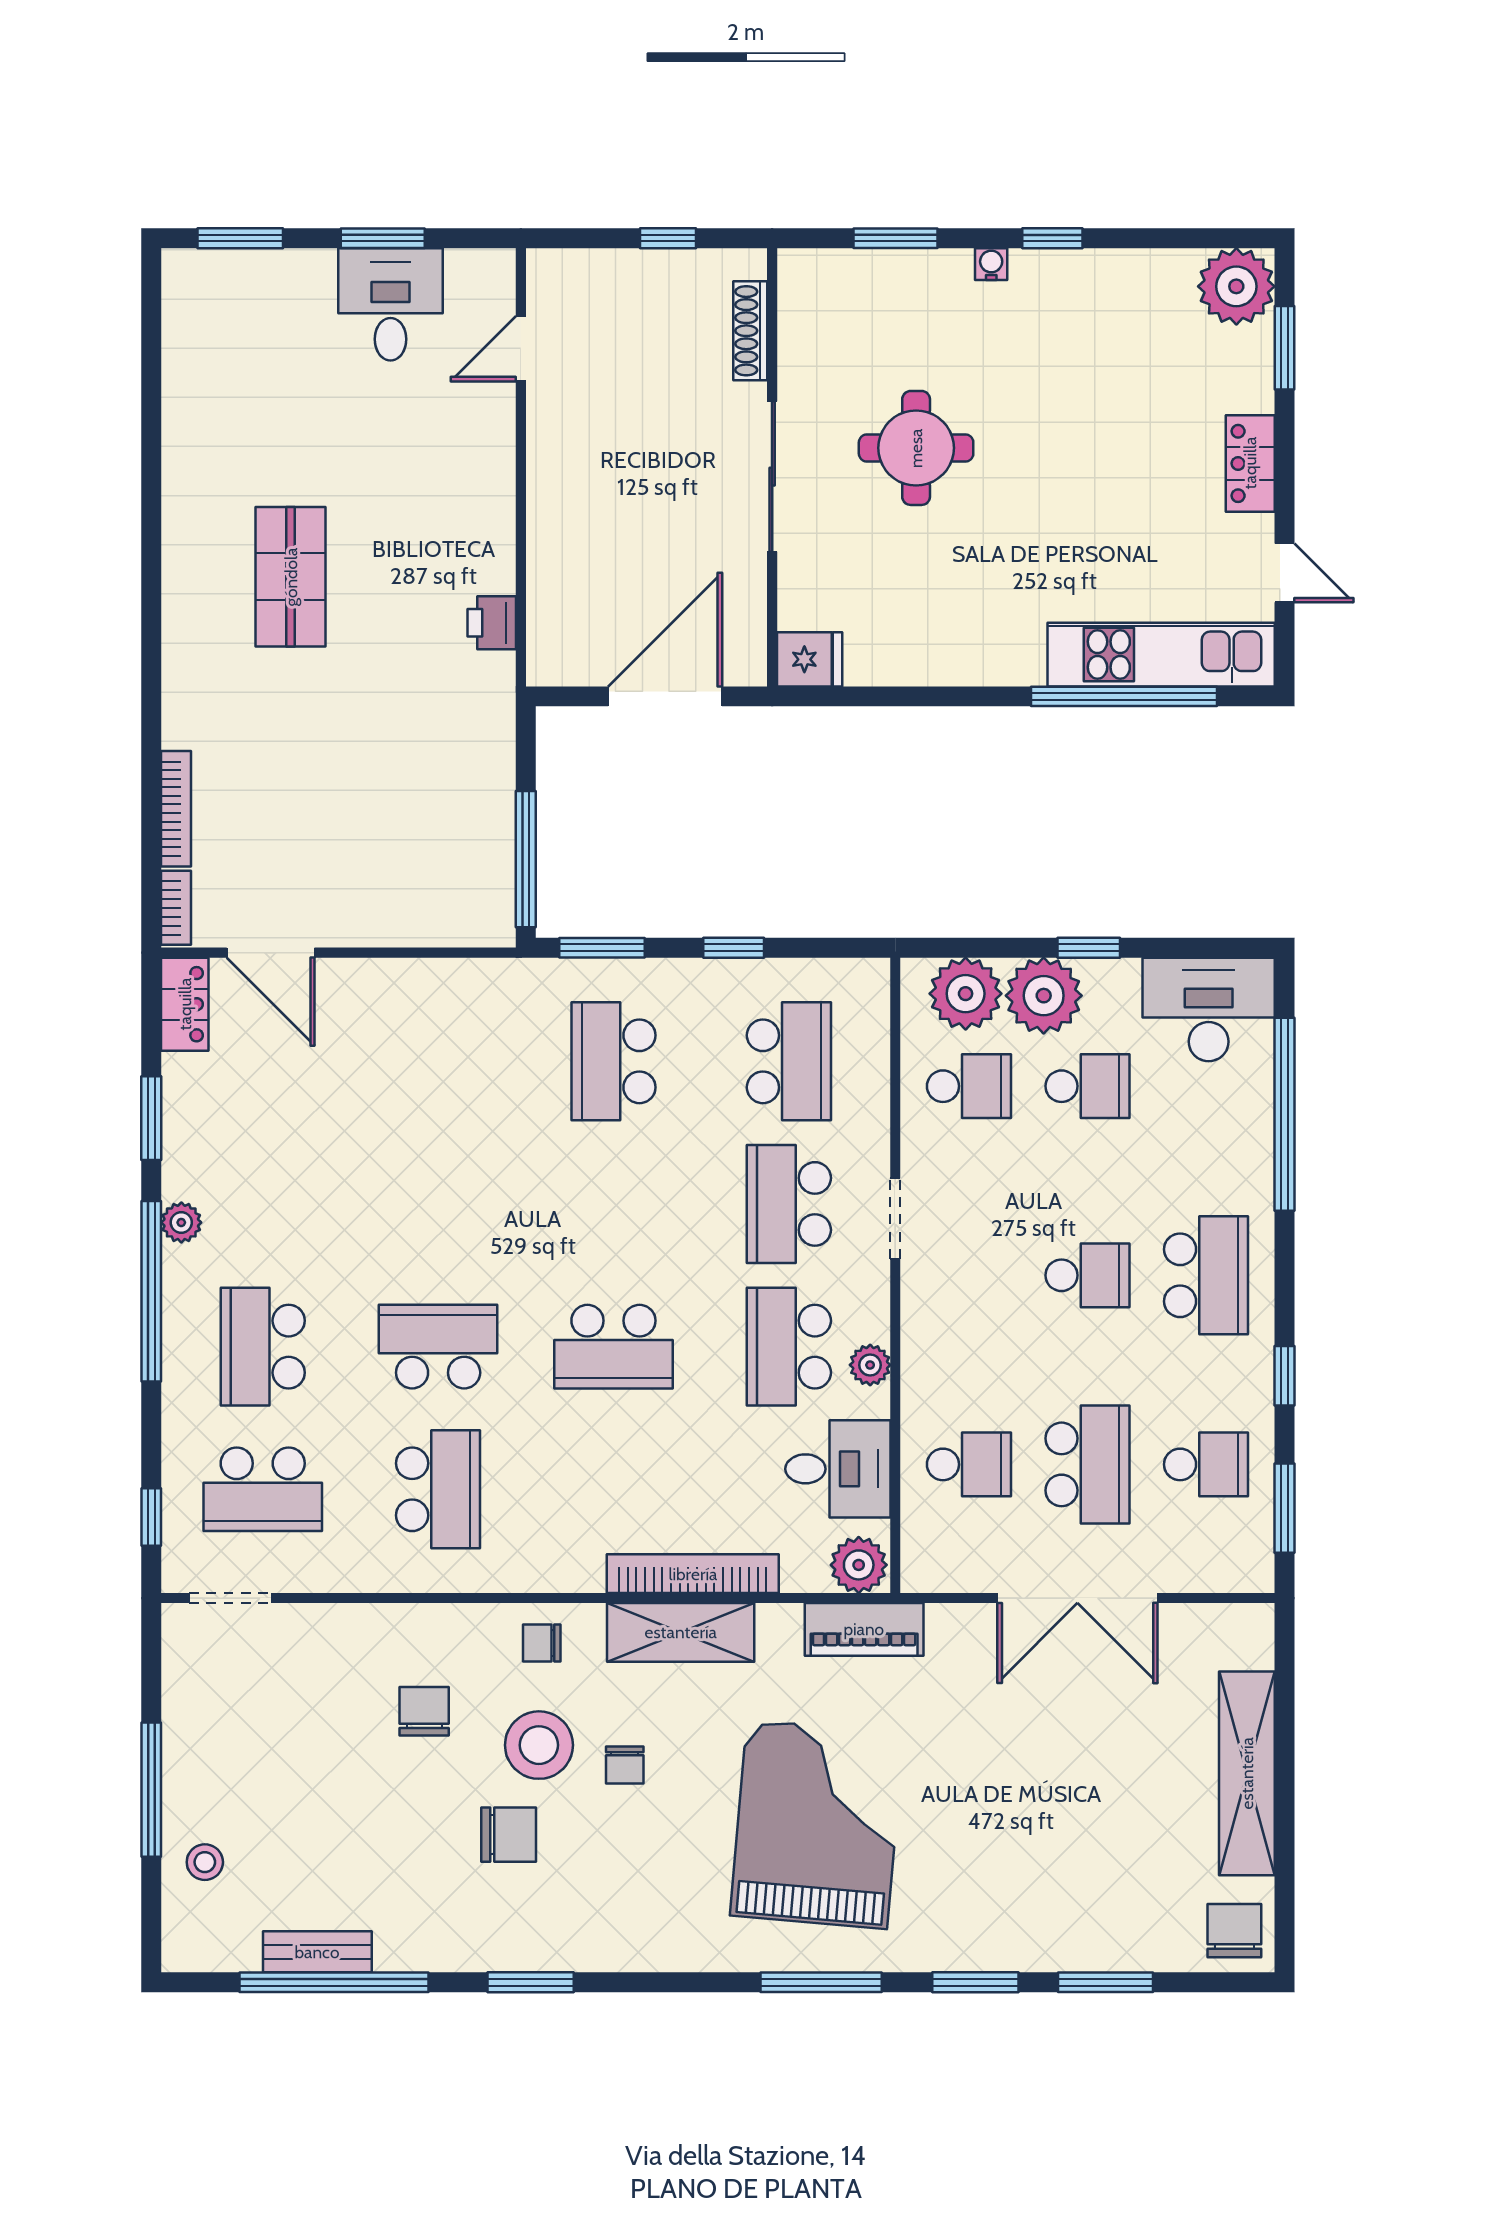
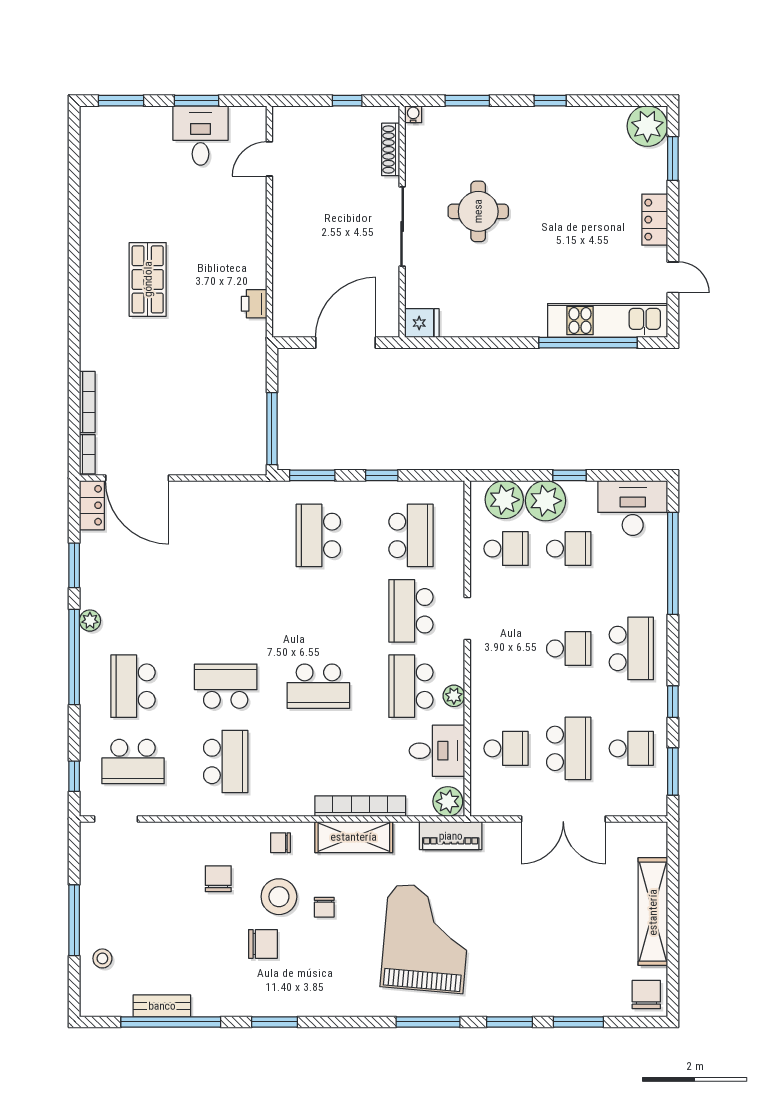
water cooler: (991, 264) -> (413, 114), moved
door: (271, 953) -> (137, 478), width x1.36

